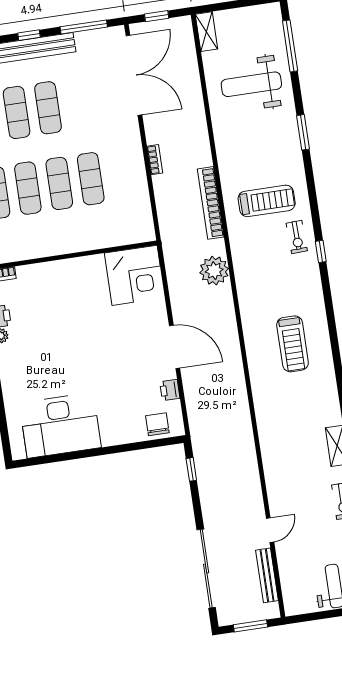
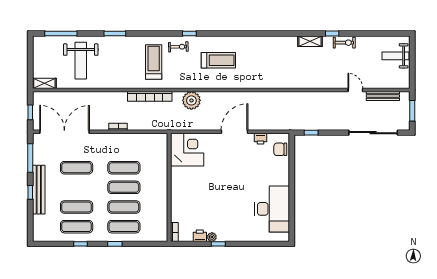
exercise mat: (48, 108) -> (77, 168), moved
treadmill: (293, 344) -> (218, 60), moved

